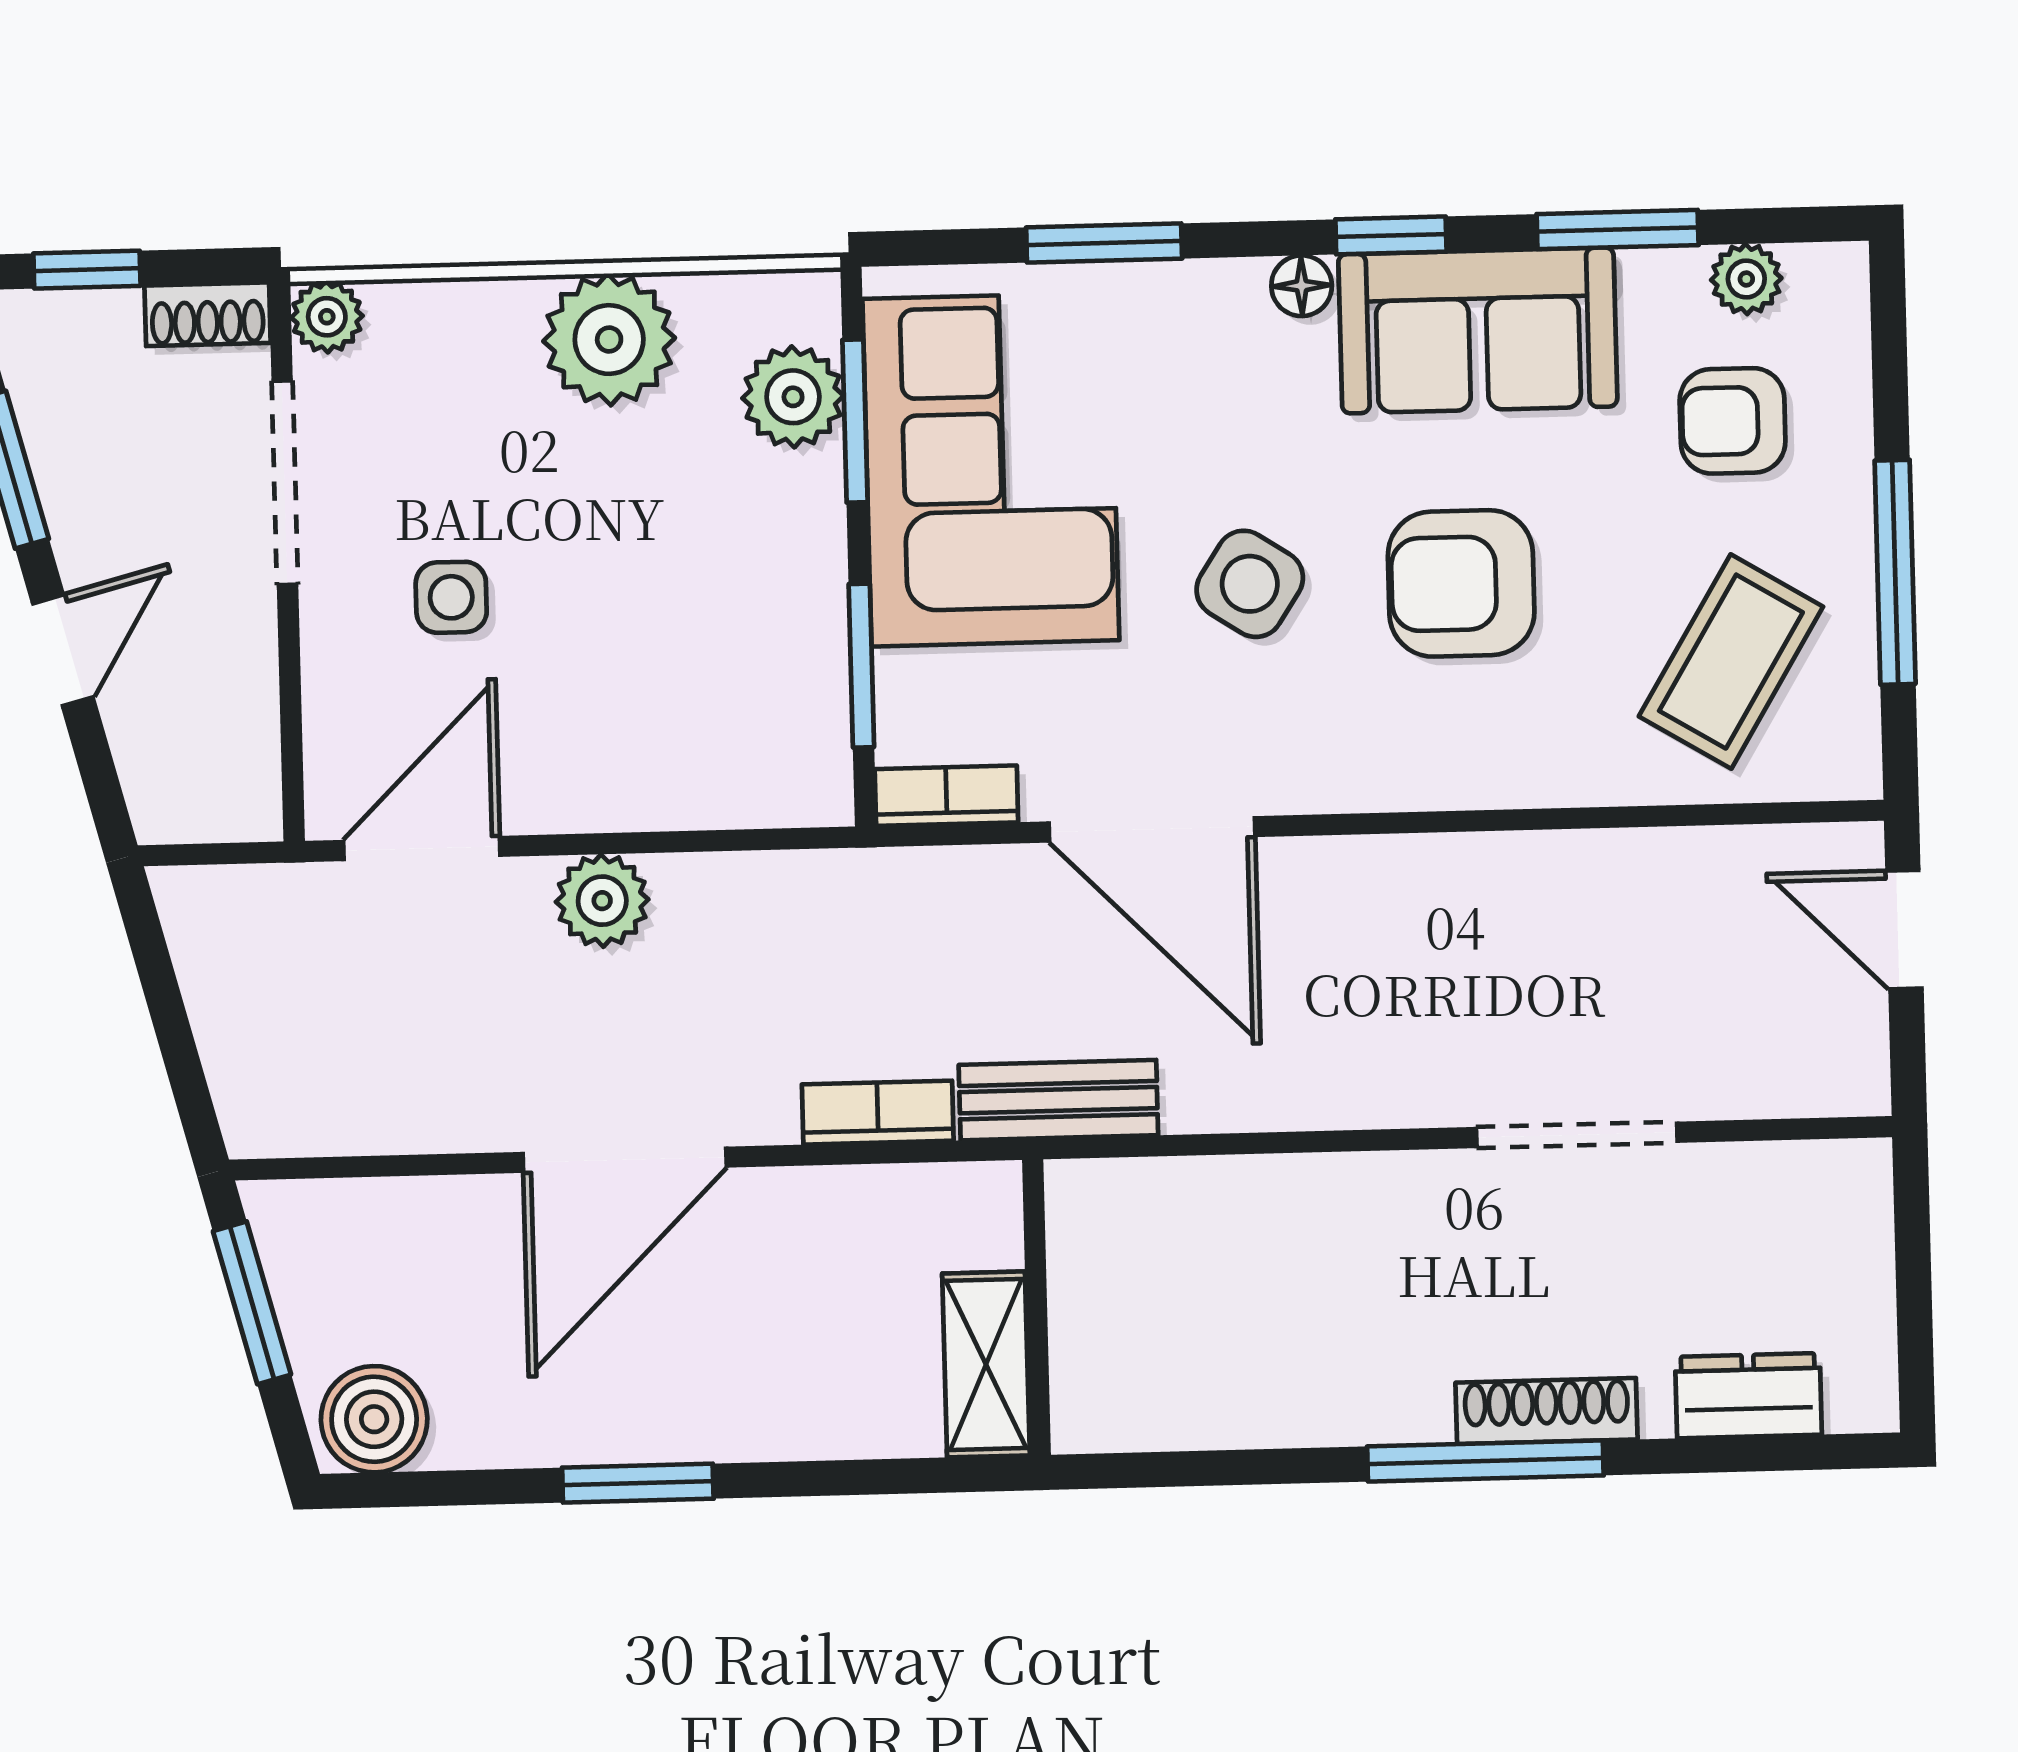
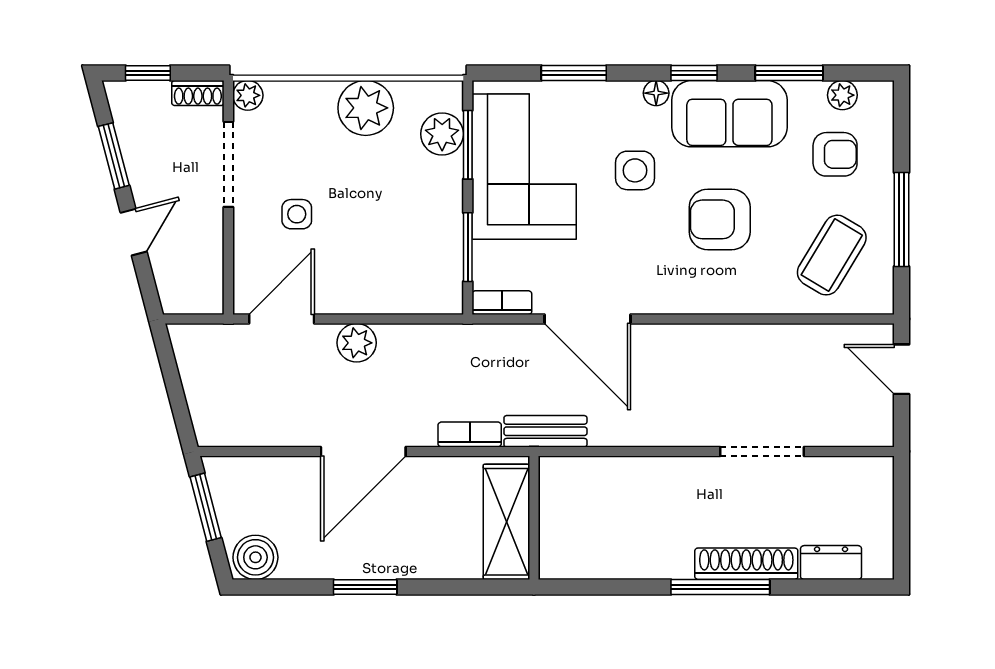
armchair: (1733, 421) -> (835, 154), turned 180
side table: (1250, 584) -> (635, 170), moved, turned -33
shelving: (986, 1364) -> (506, 522), width x1.50, depth x1.33
shoe rack: (1547, 1411) -> (746, 564), width x1.36, depth x1.24

